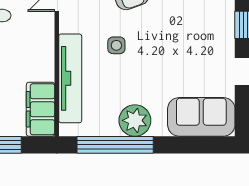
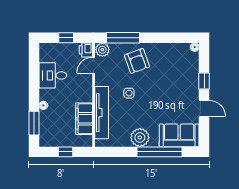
filing cabinet: (40, 109) -> (84, 119), moved
window: (115, 145) -> (159, 152), moved

